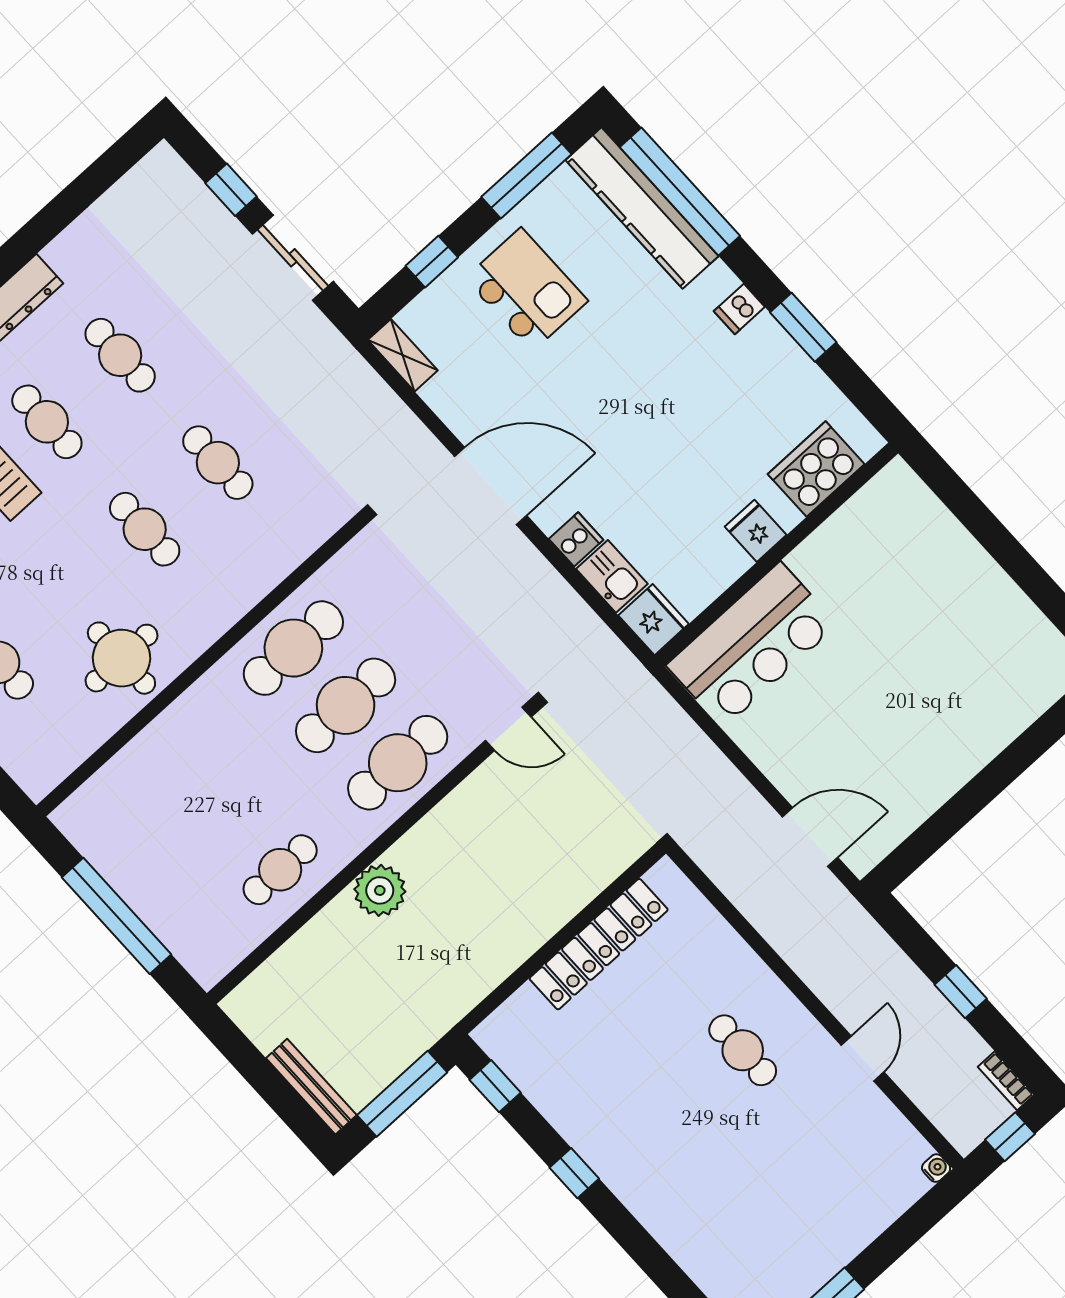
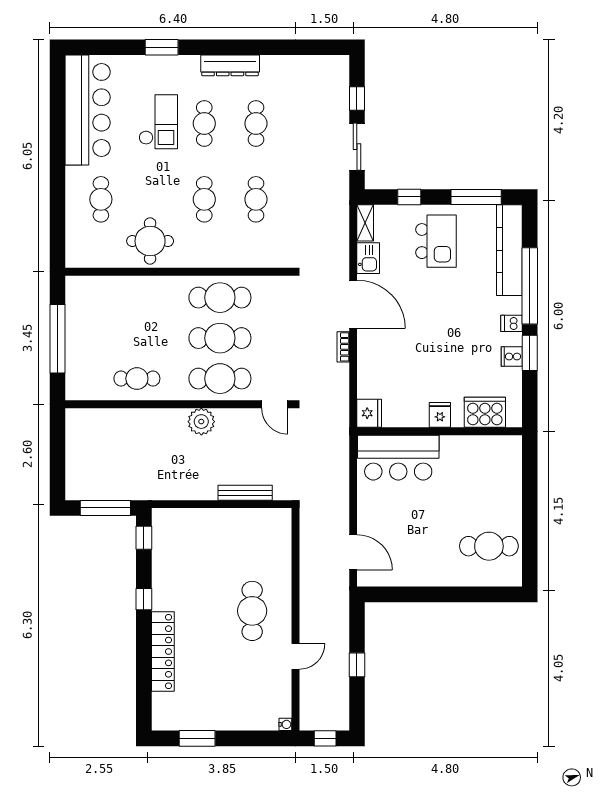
window: (680, 192) -> (530, 286), moved
cooker: (576, 539) -> (512, 357), moved, turned 180
kitchen sink: (612, 576) -> (368, 258), moved
cafe table: (994, 654) -> (489, 546), added
plant: (380, 890) -> (201, 422), moved
locker: (599, 944) -> (163, 651), moved, turned -90
cafe table: (743, 1050) -> (252, 611), width x1.37, depth x1.35
bookcase: (1006, 1081) -> (343, 347), moved
bench: (311, 1087) -> (245, 493), moved, turned 90

